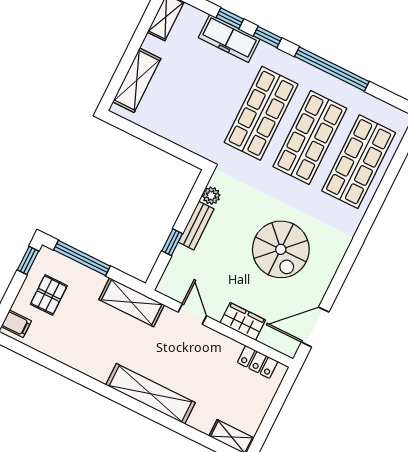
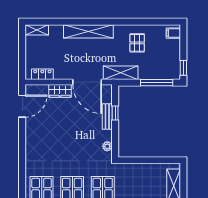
bench: (196, 226) -> (107, 117), moved
spiral stairs: (281, 249) -> (59, 137), removed
pallet: (49, 295) -> (137, 43), moved
door: (192, 314) -> (87, 82), width x1.87

